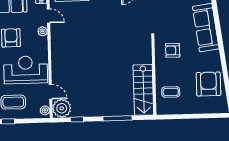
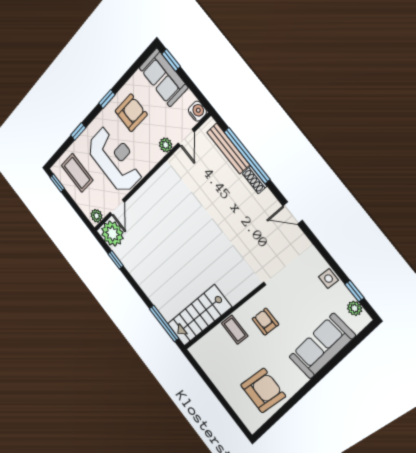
coffee table: (171, 92) -> (235, 330), moved
window: (117, 118) -> (164, 324), moved

